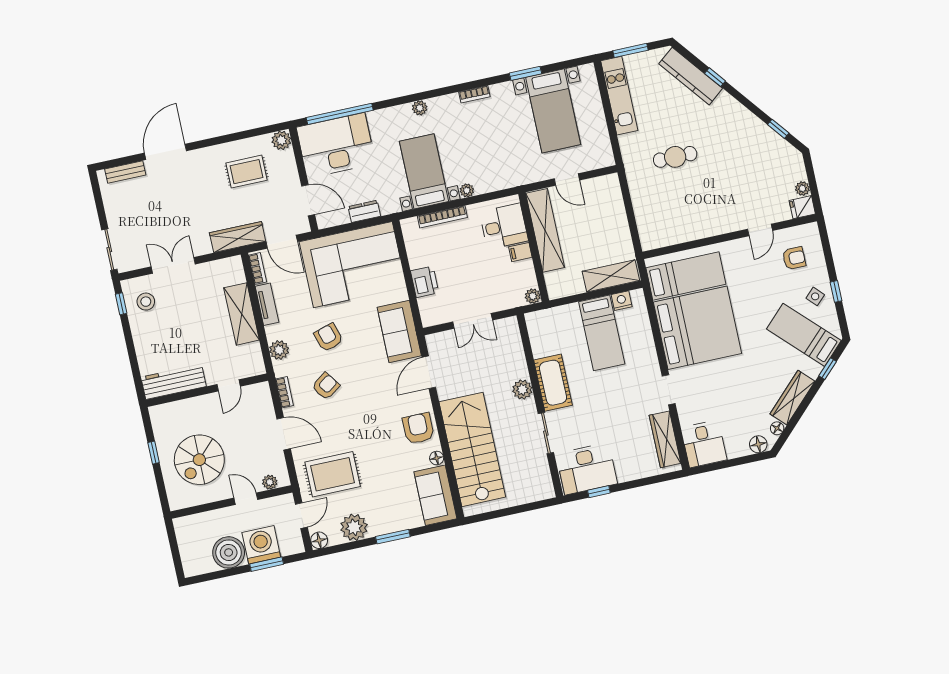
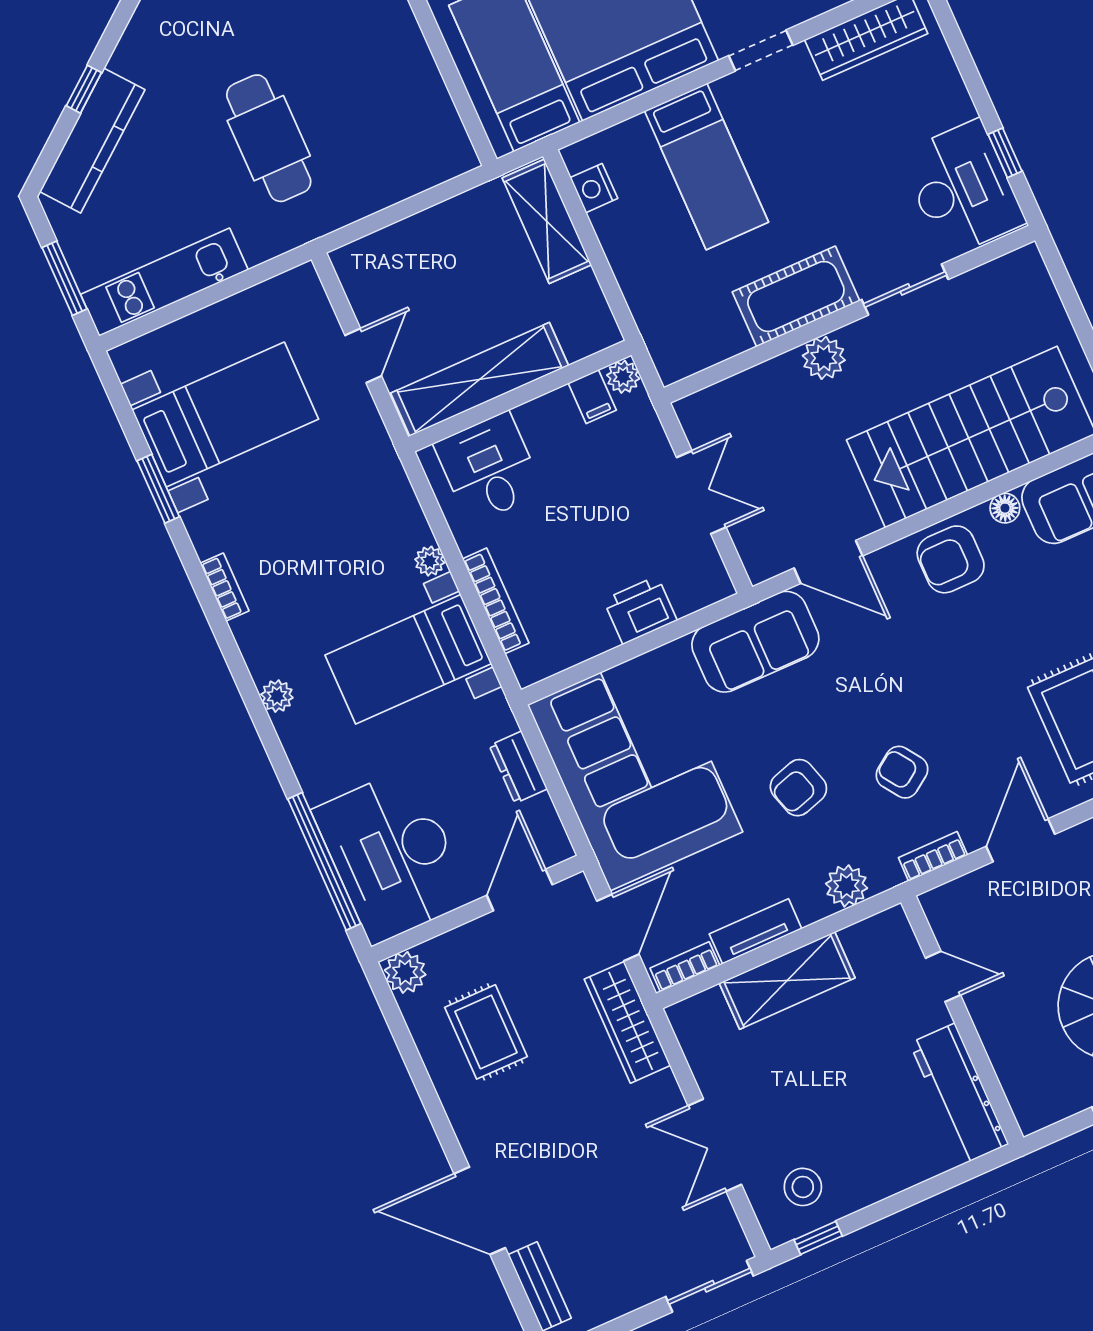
cafe table: (675, 157) -> (269, 138), width x1.37, depth x1.35
filing cabinet: (520, 252) -> (592, 397), moved
bed: (602, 333) -> (706, 167), moved, turned 90

